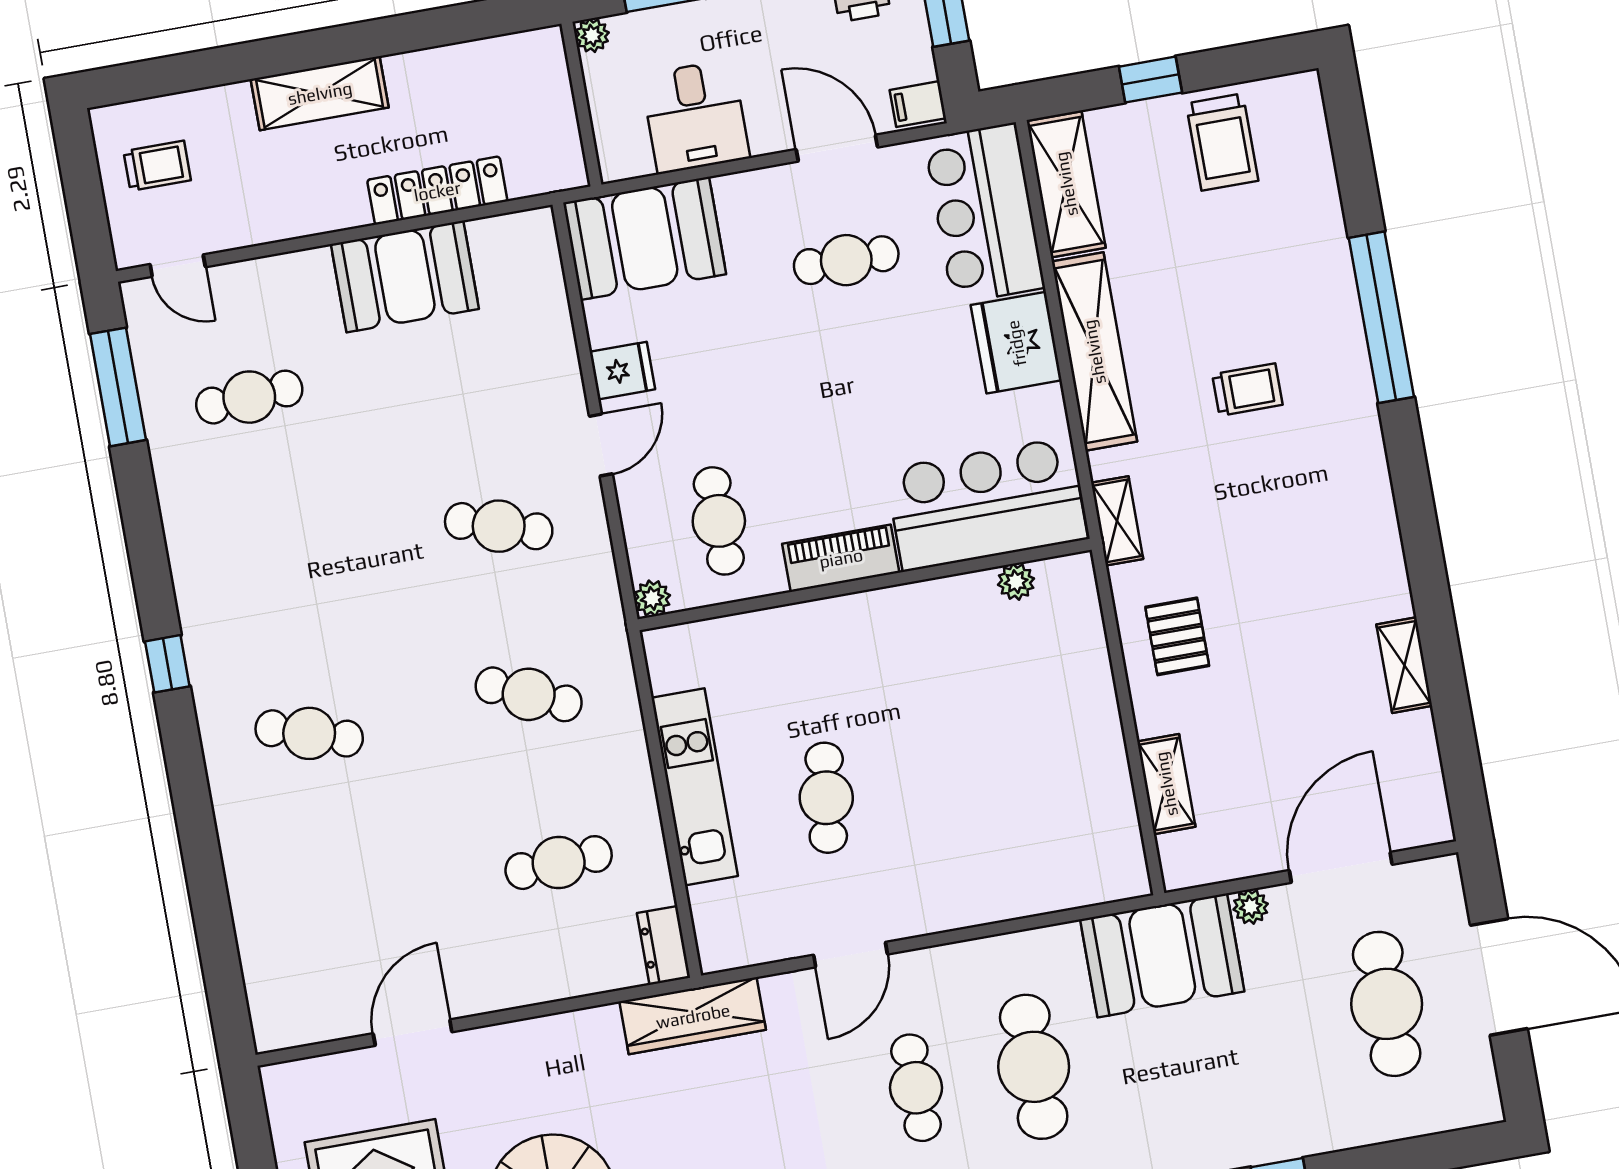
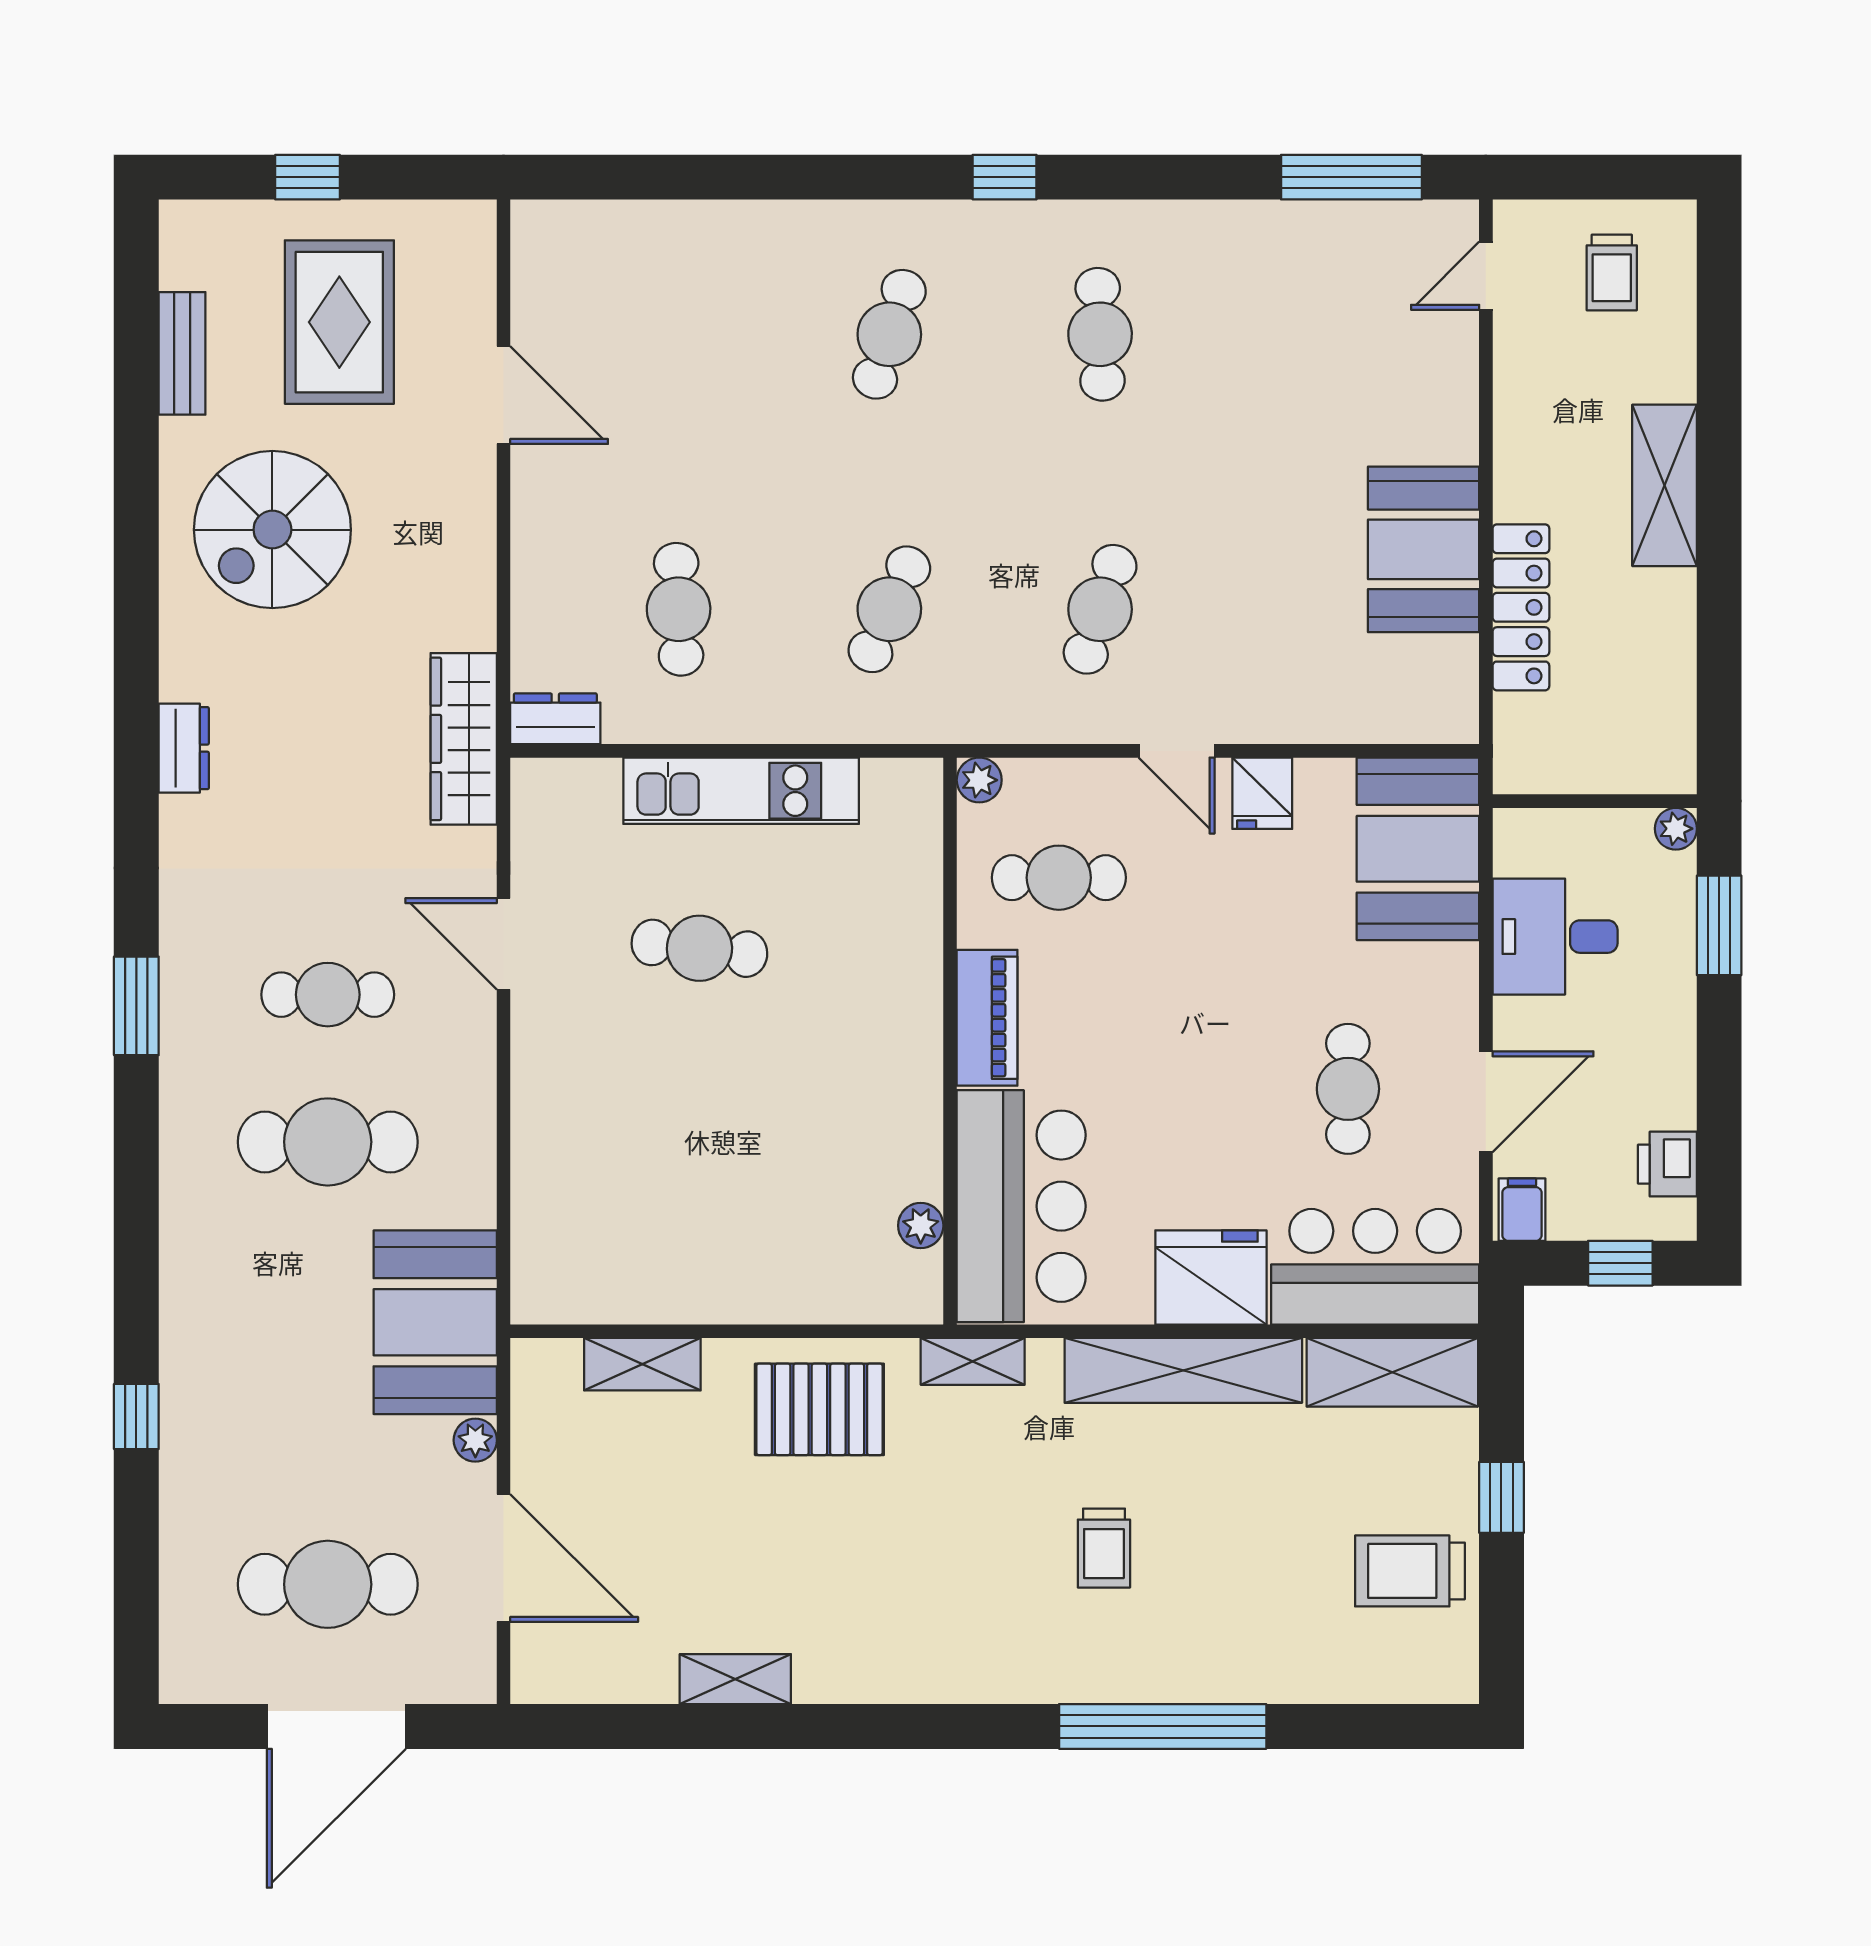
cafe table: (249, 397) -> (1100, 334), moved
pallet: (1177, 636) -> (819, 1409), width x1.50, depth x1.42

